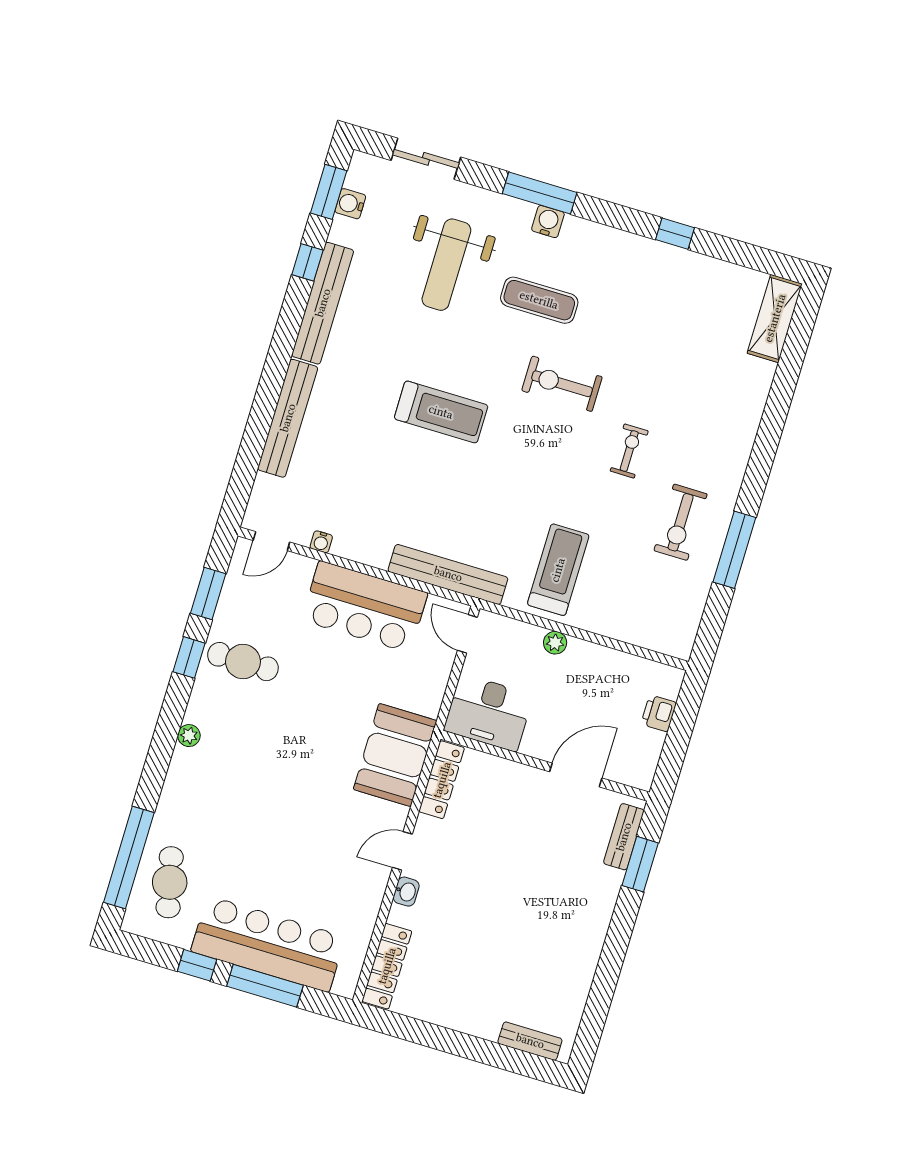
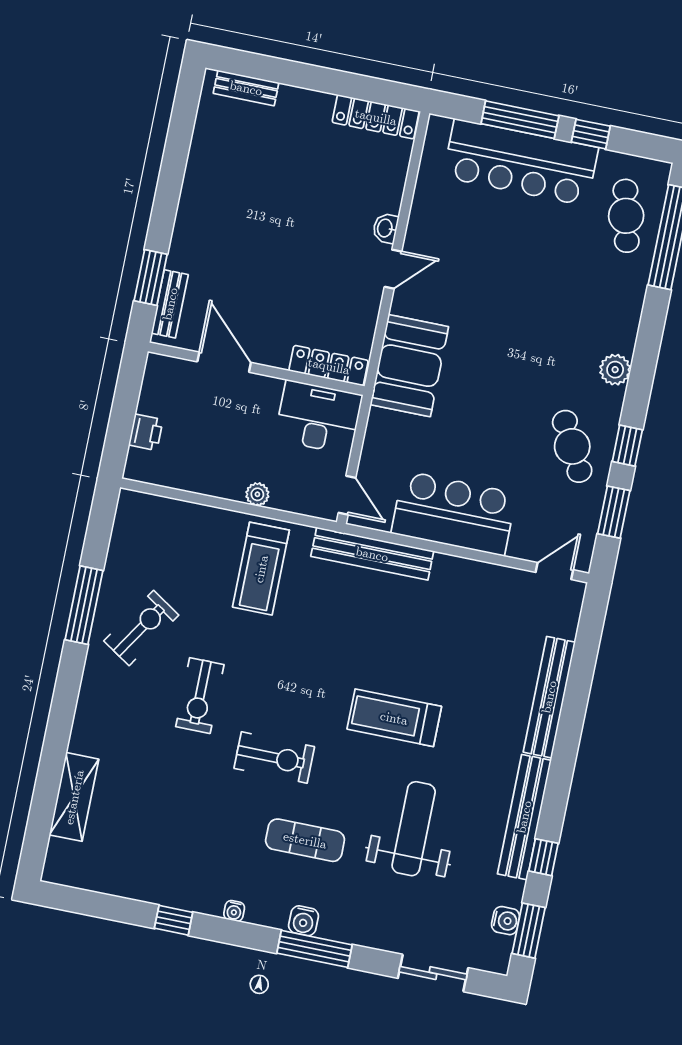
weight bench: (446, 265) -> (414, 829), moved
shelving: (775, 318) -> (74, 797), moved
exercise bike: (629, 451) -> (200, 696), width x1.38, depth x1.39
exercise bike: (681, 522) -> (141, 628), turned 33
water cooler: (321, 542) -> (234, 911), moved, turned 180
cafe table: (243, 662) -> (572, 446), turned 62
plant: (189, 736) -> (615, 370), width x1.38, depth x1.38
door: (576, 775) -> (224, 362), swing flipped
locker: (442, 780) -> (329, 366), moved, turned 90
locker: (387, 966) -> (376, 117), moved, turned -90

